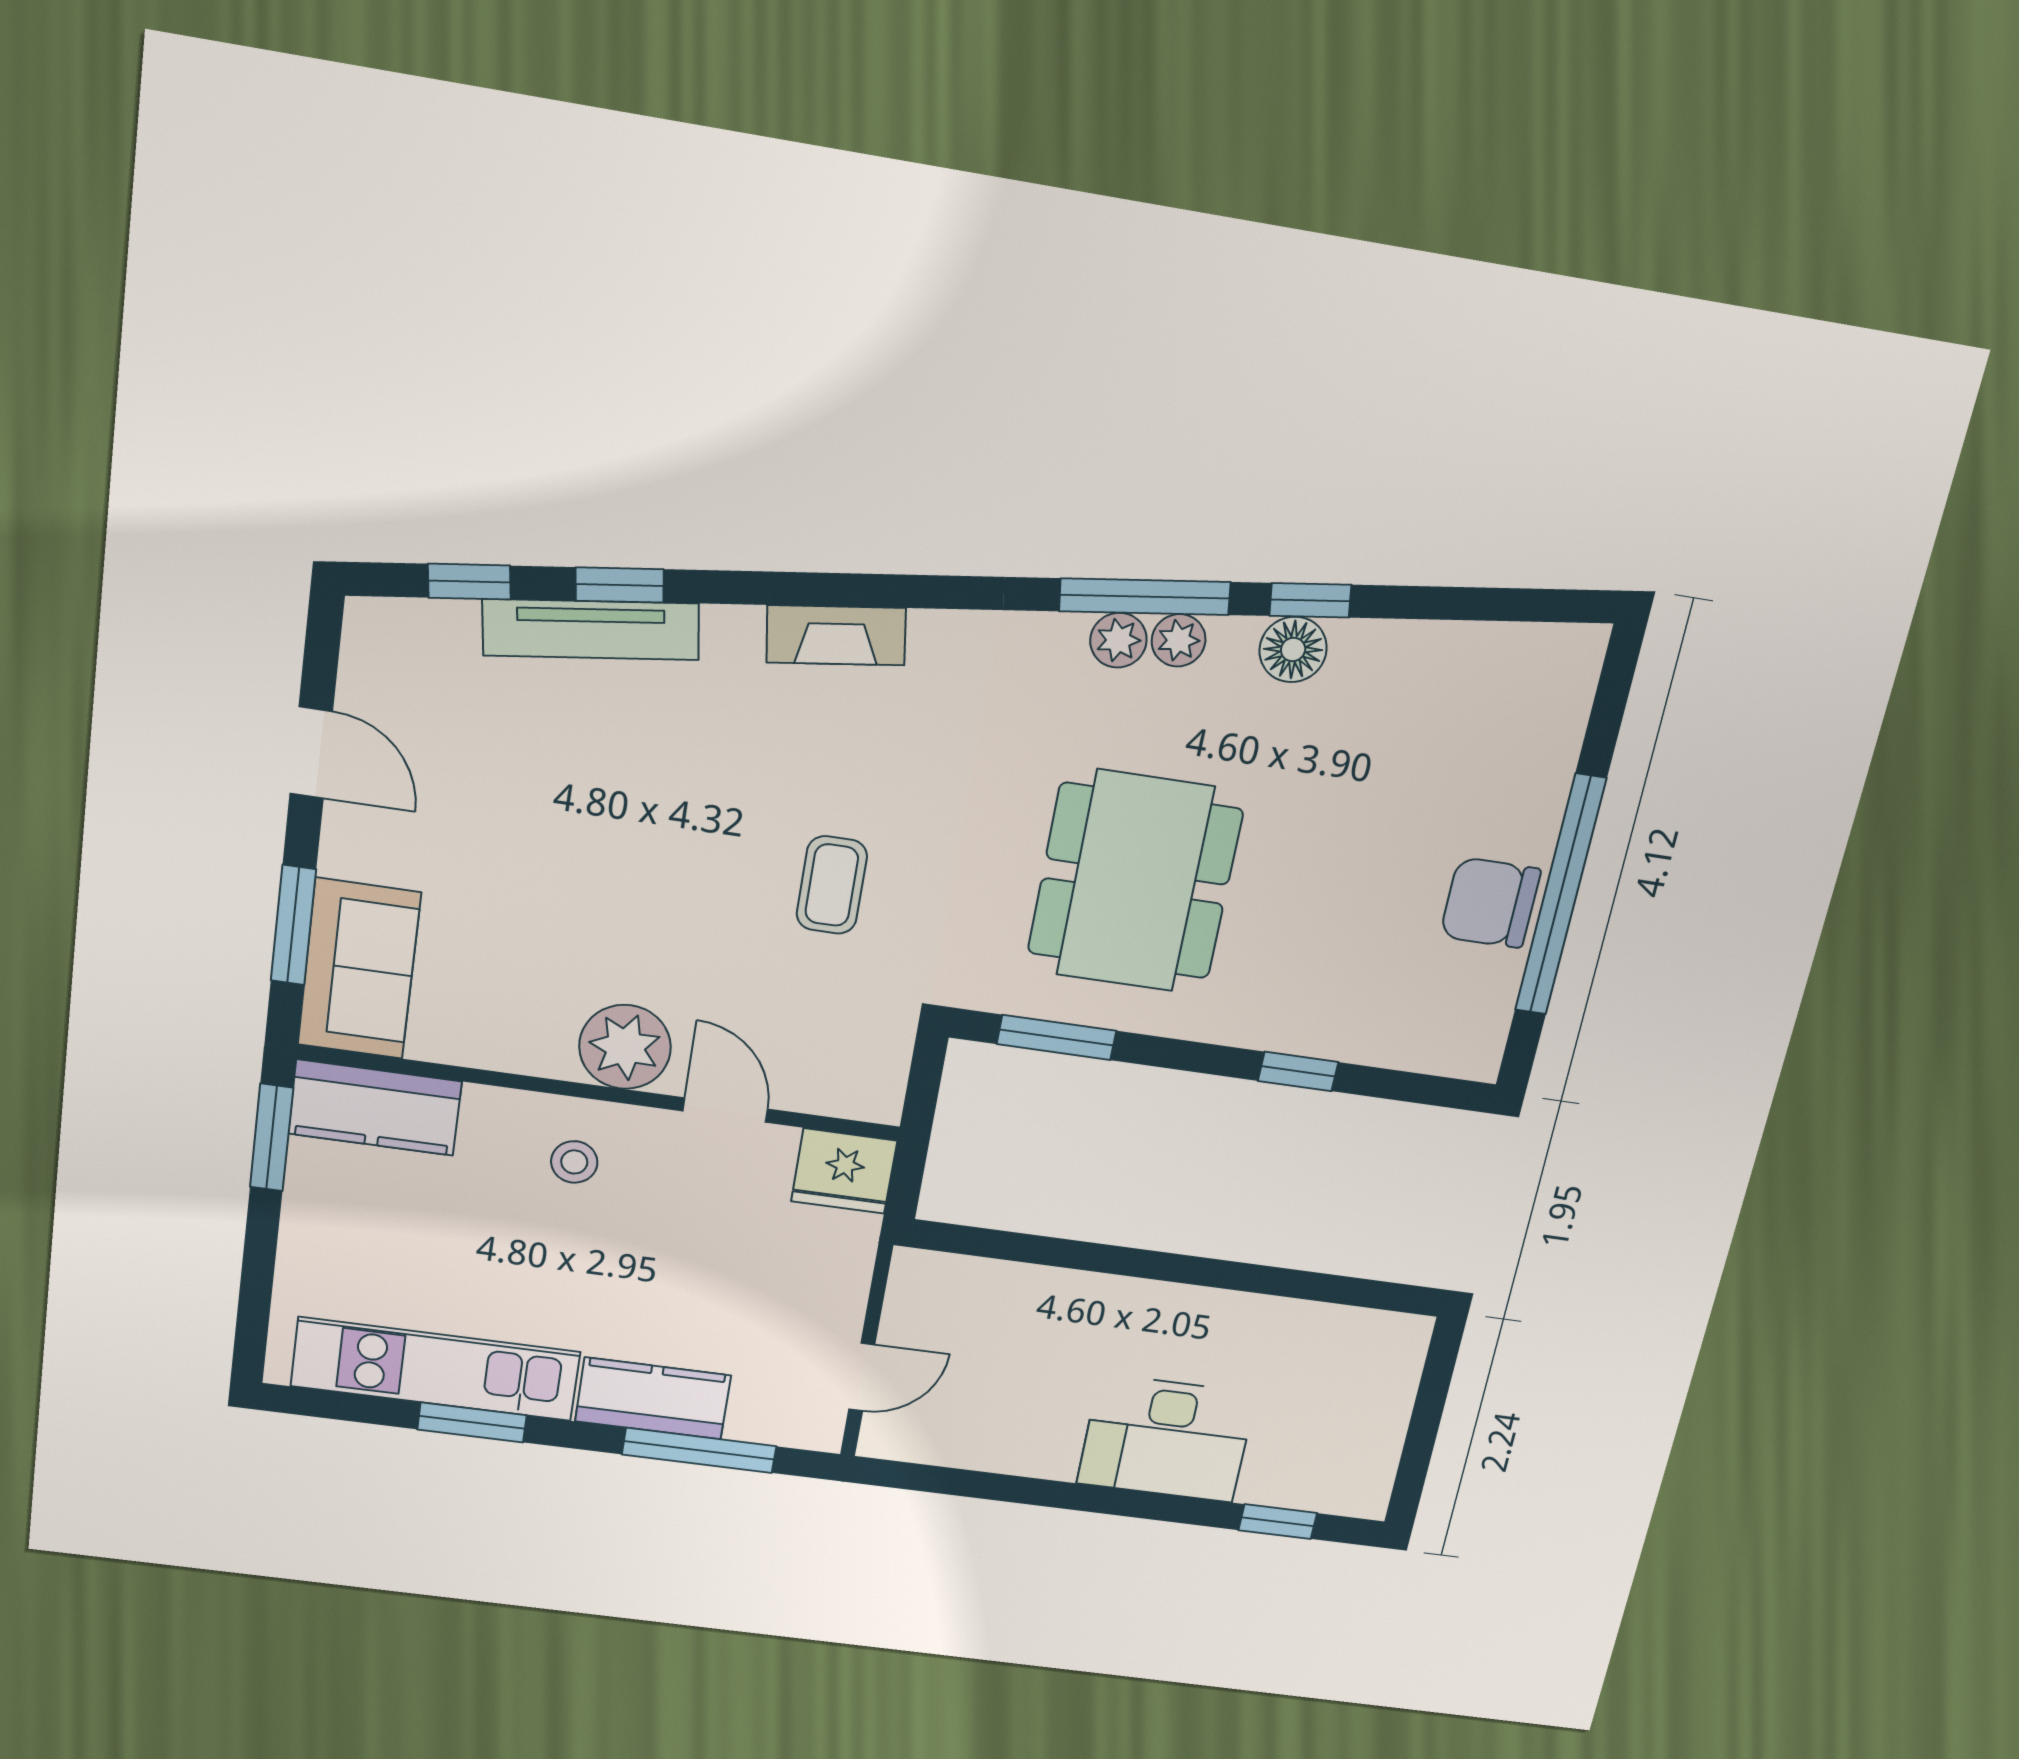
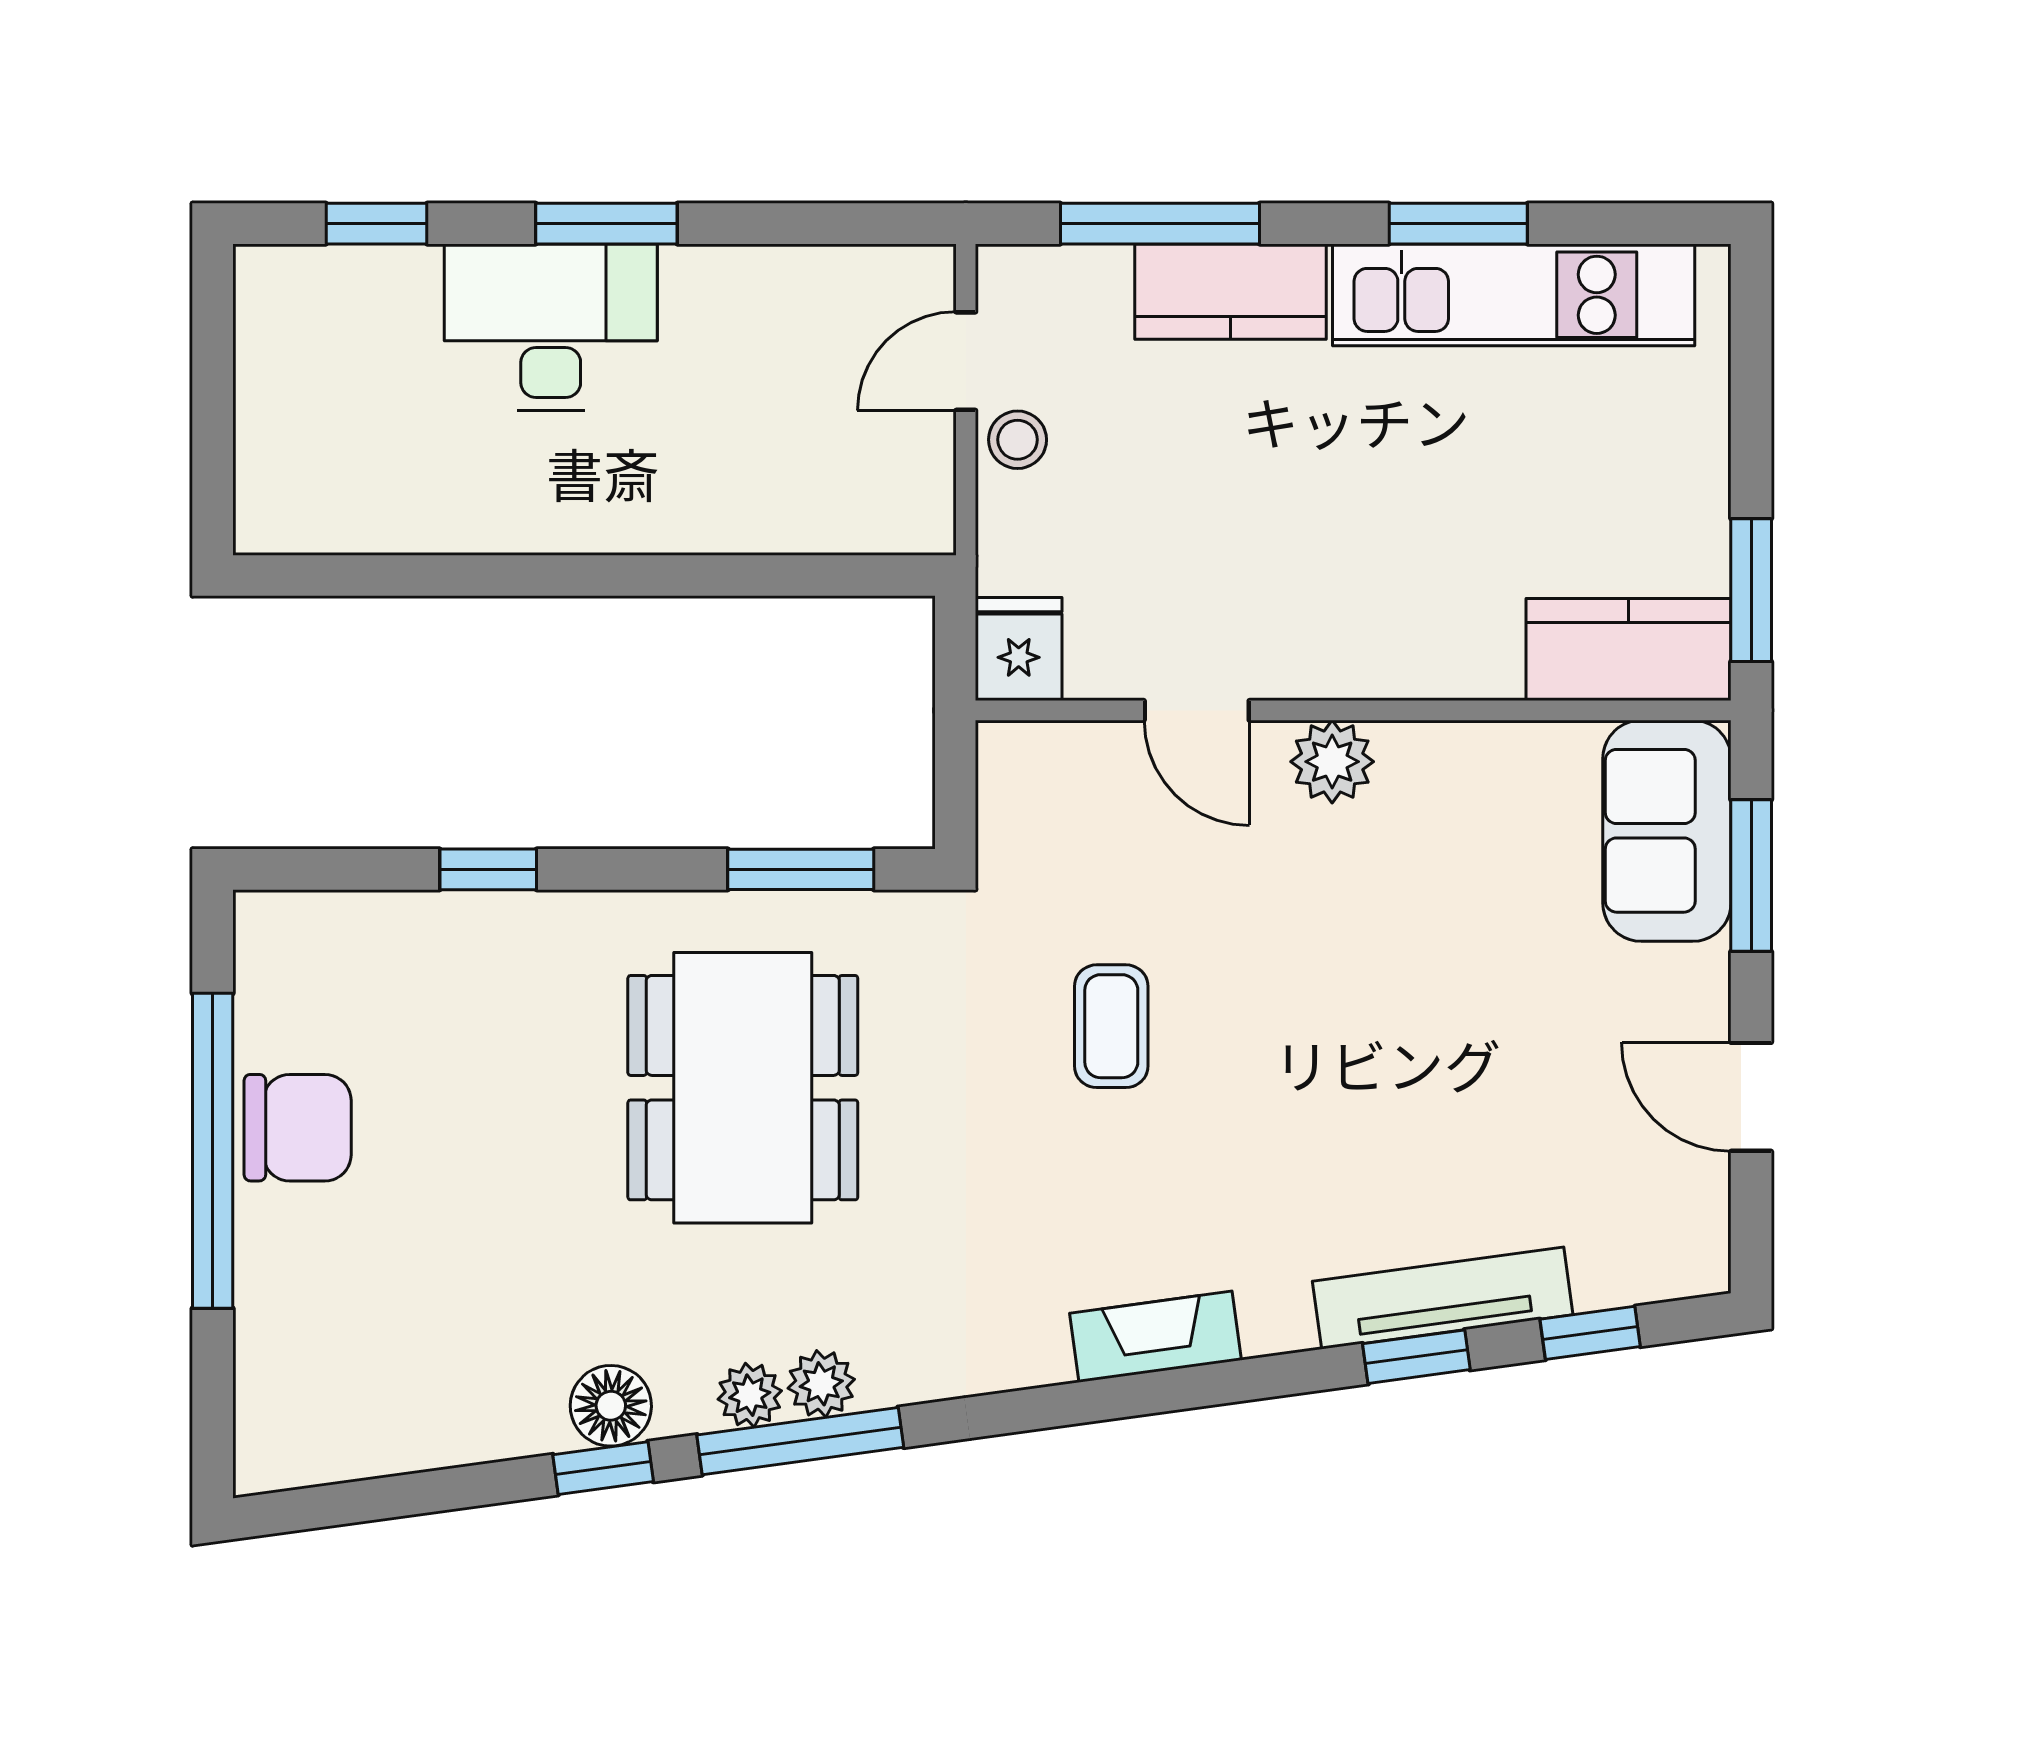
plant: (625, 1047) -> (1332, 762), width x0.73, depth x0.73
stool: (574, 1162) -> (1018, 440), moved
fridge: (844, 1171) -> (1019, 649), width x0.72
window: (1111, 1501) -> (606, 224), added

